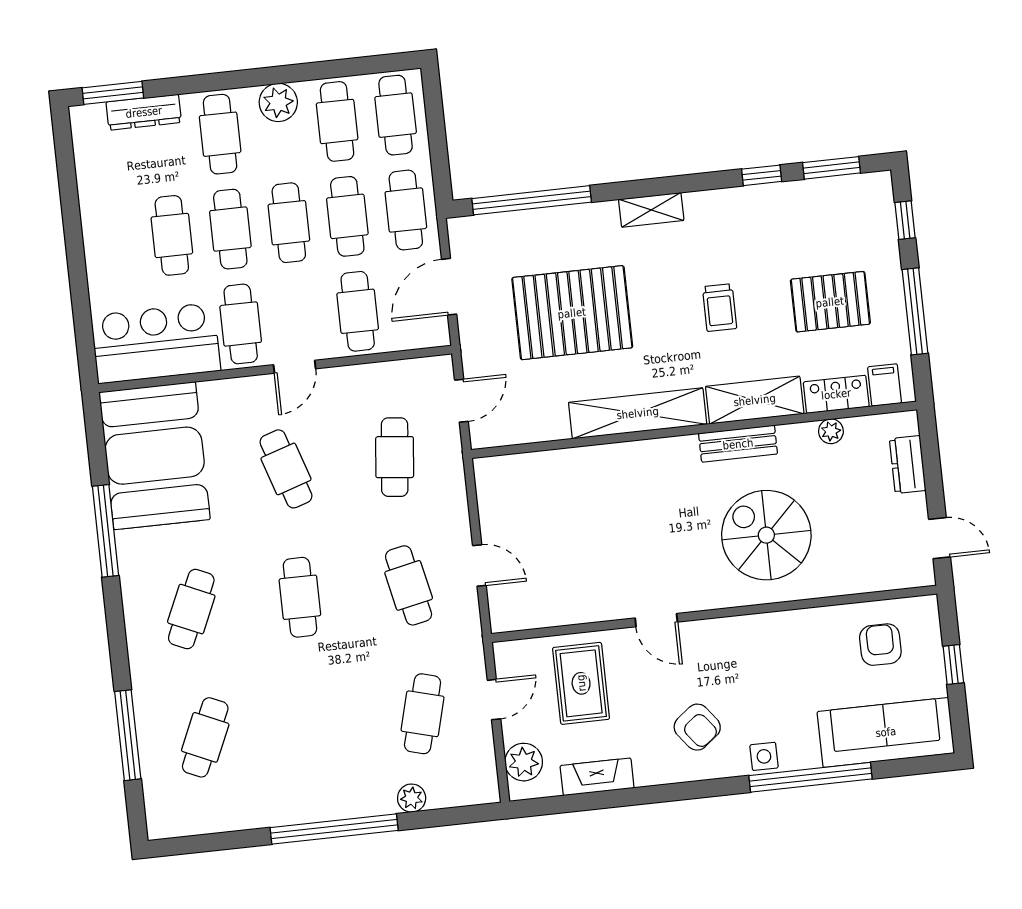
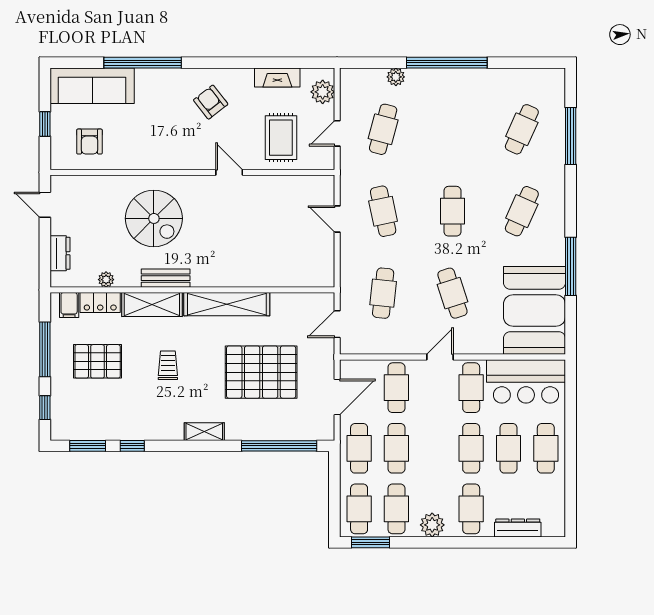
window: (113, 93) -> (370, 542), moved
cafe table: (289, 223) -> (546, 448), moved
side table: (764, 756) -> (171, 79), removed

